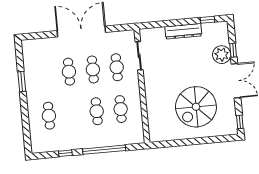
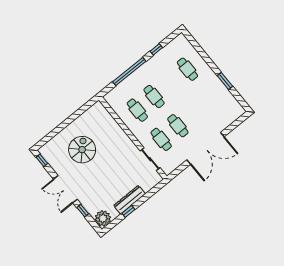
window: (207, 20) -> (128, 211), moved
plant: (222, 55) -> (103, 218), moved
cafe table: (69, 72) -> (195, 112), removed
spiral stairs: (196, 107) -> (82, 150), width x0.73, depth x0.73

